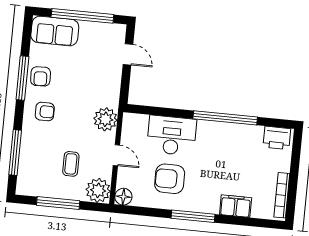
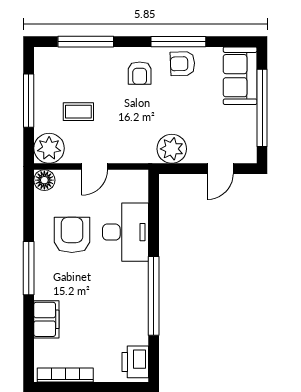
plant: (105, 119) -> (172, 149), moved

